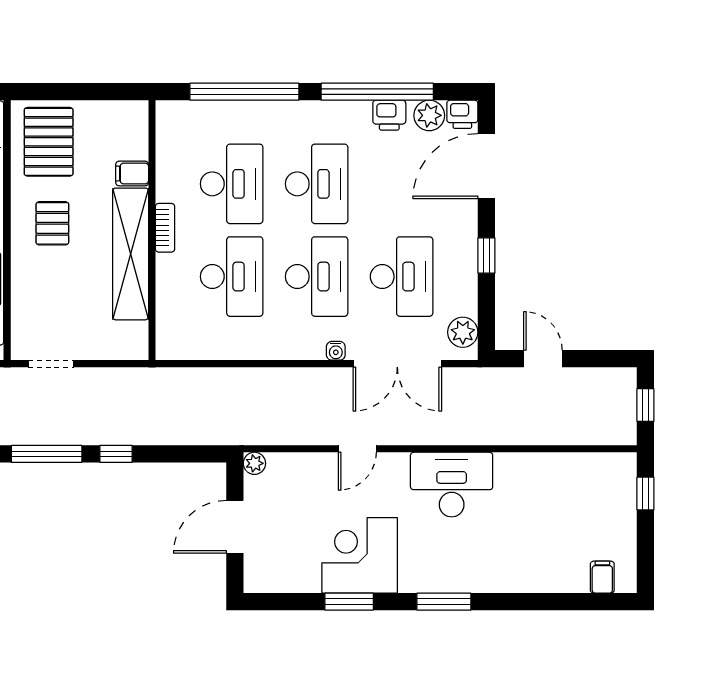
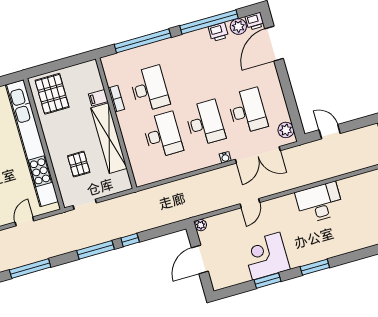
desk: (317, 184) -> (192, 77), removed
pallet: (52, 223) -> (79, 164), moved
bookcase: (165, 228) -> (116, 99), moved
window: (486, 255) -> (287, 88), removed
desk: (452, 485) -> (319, 203), moved

